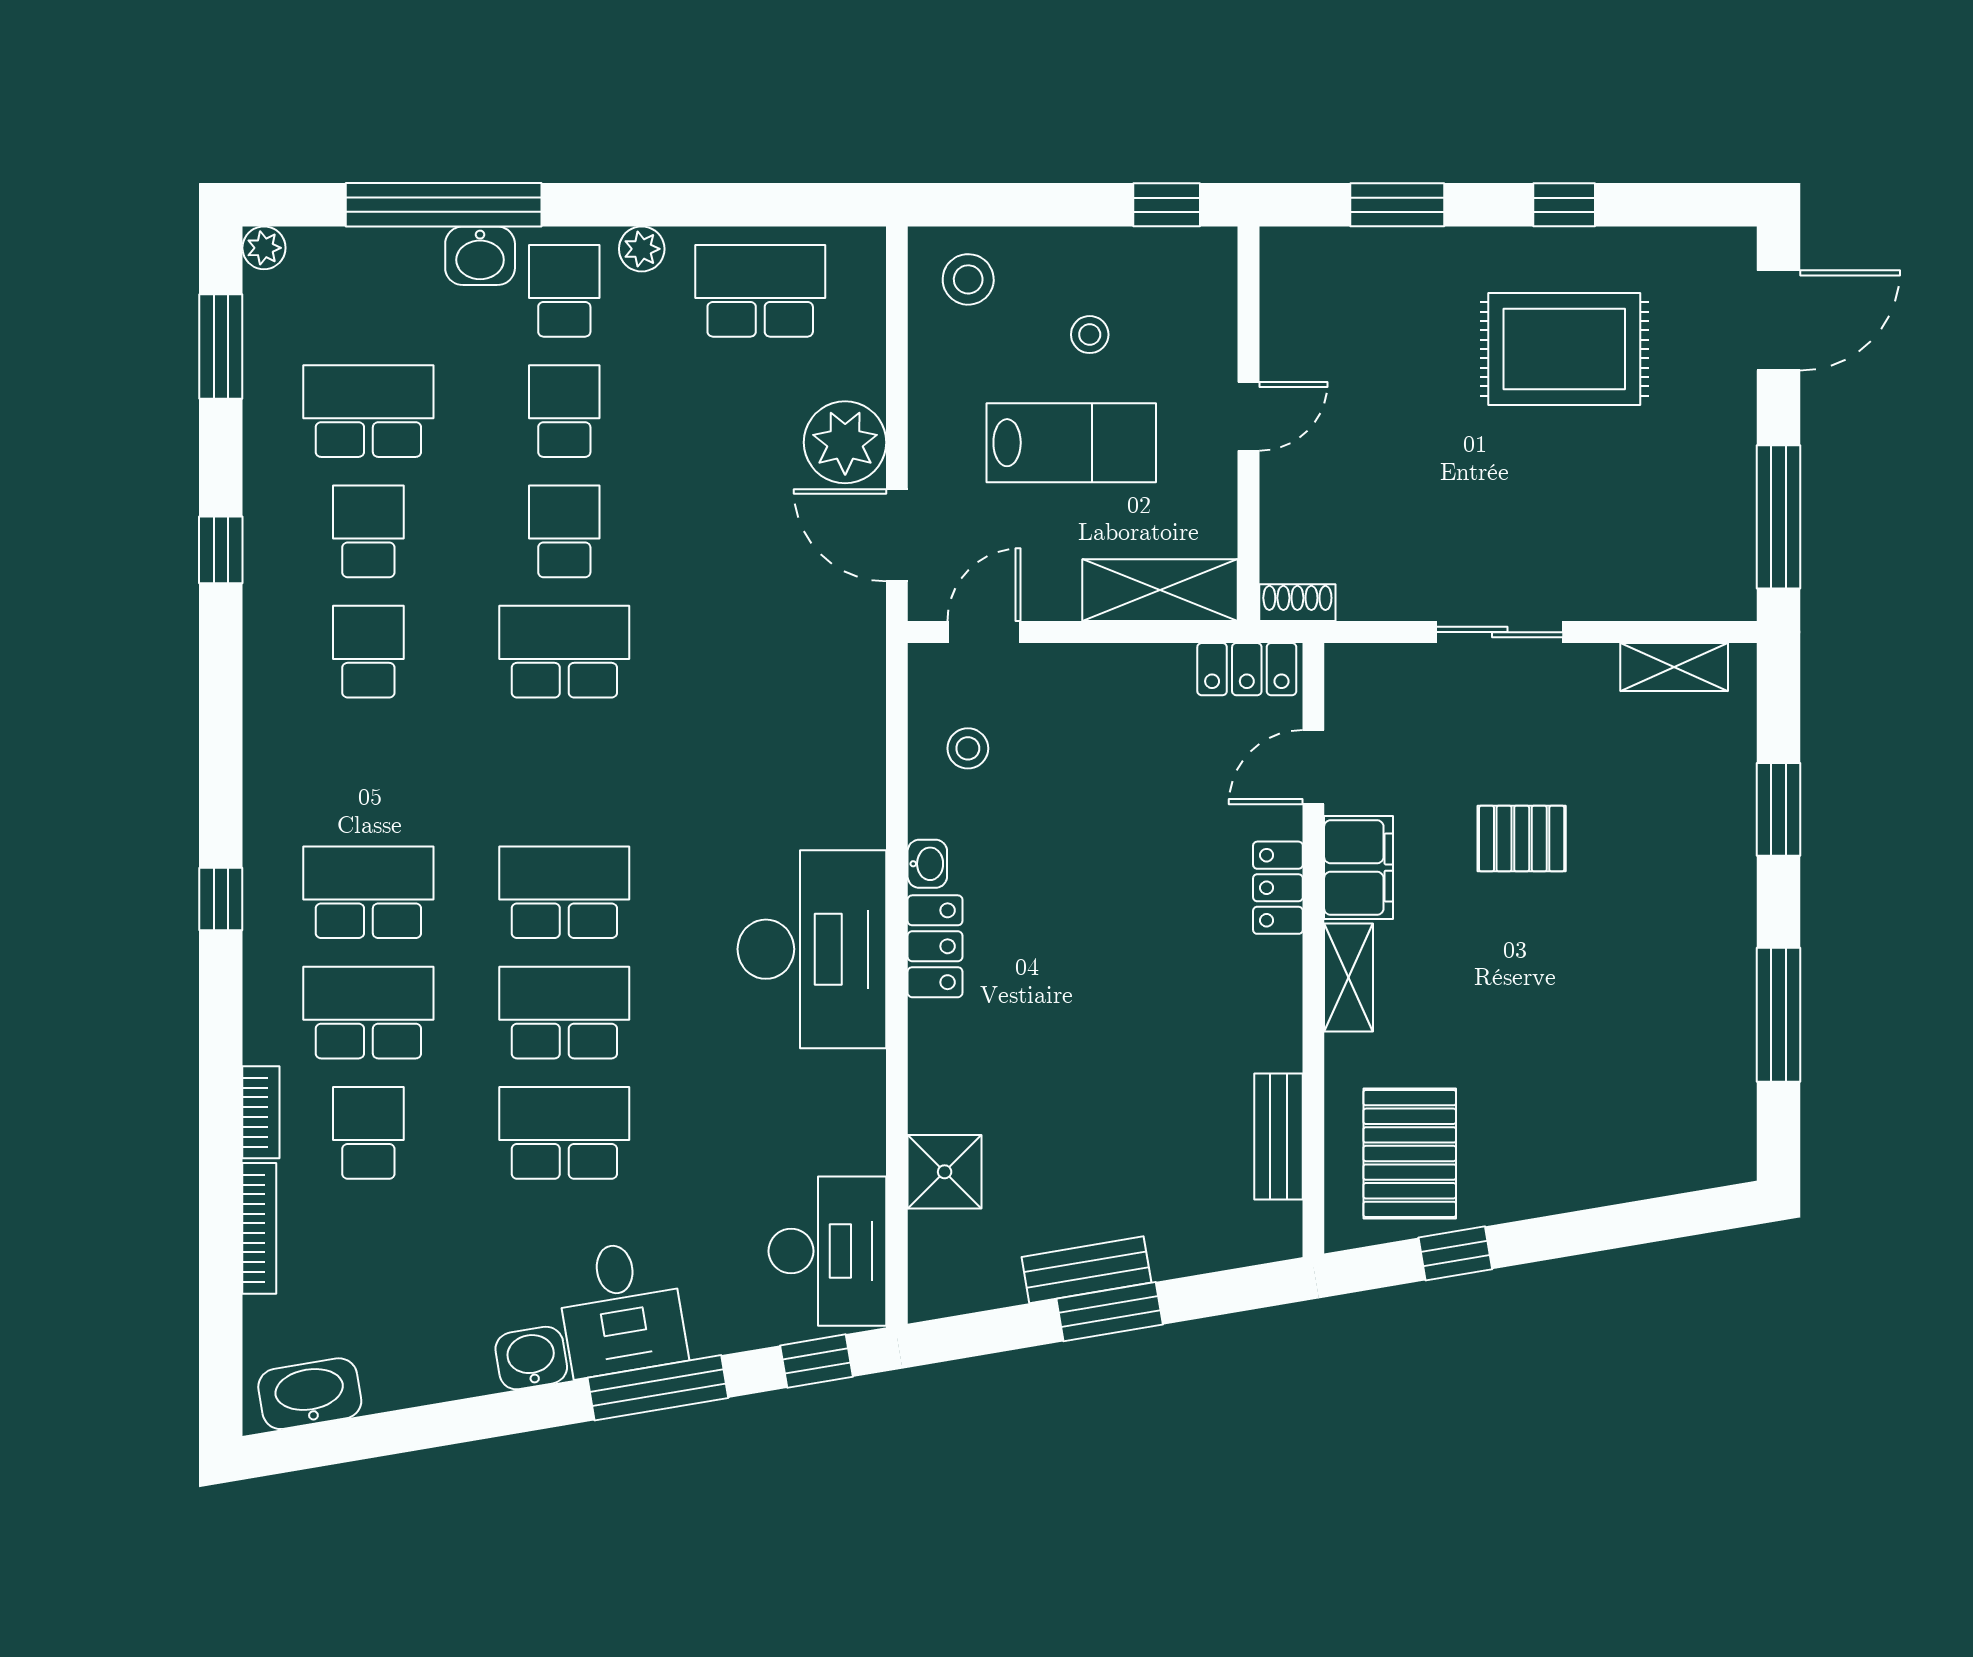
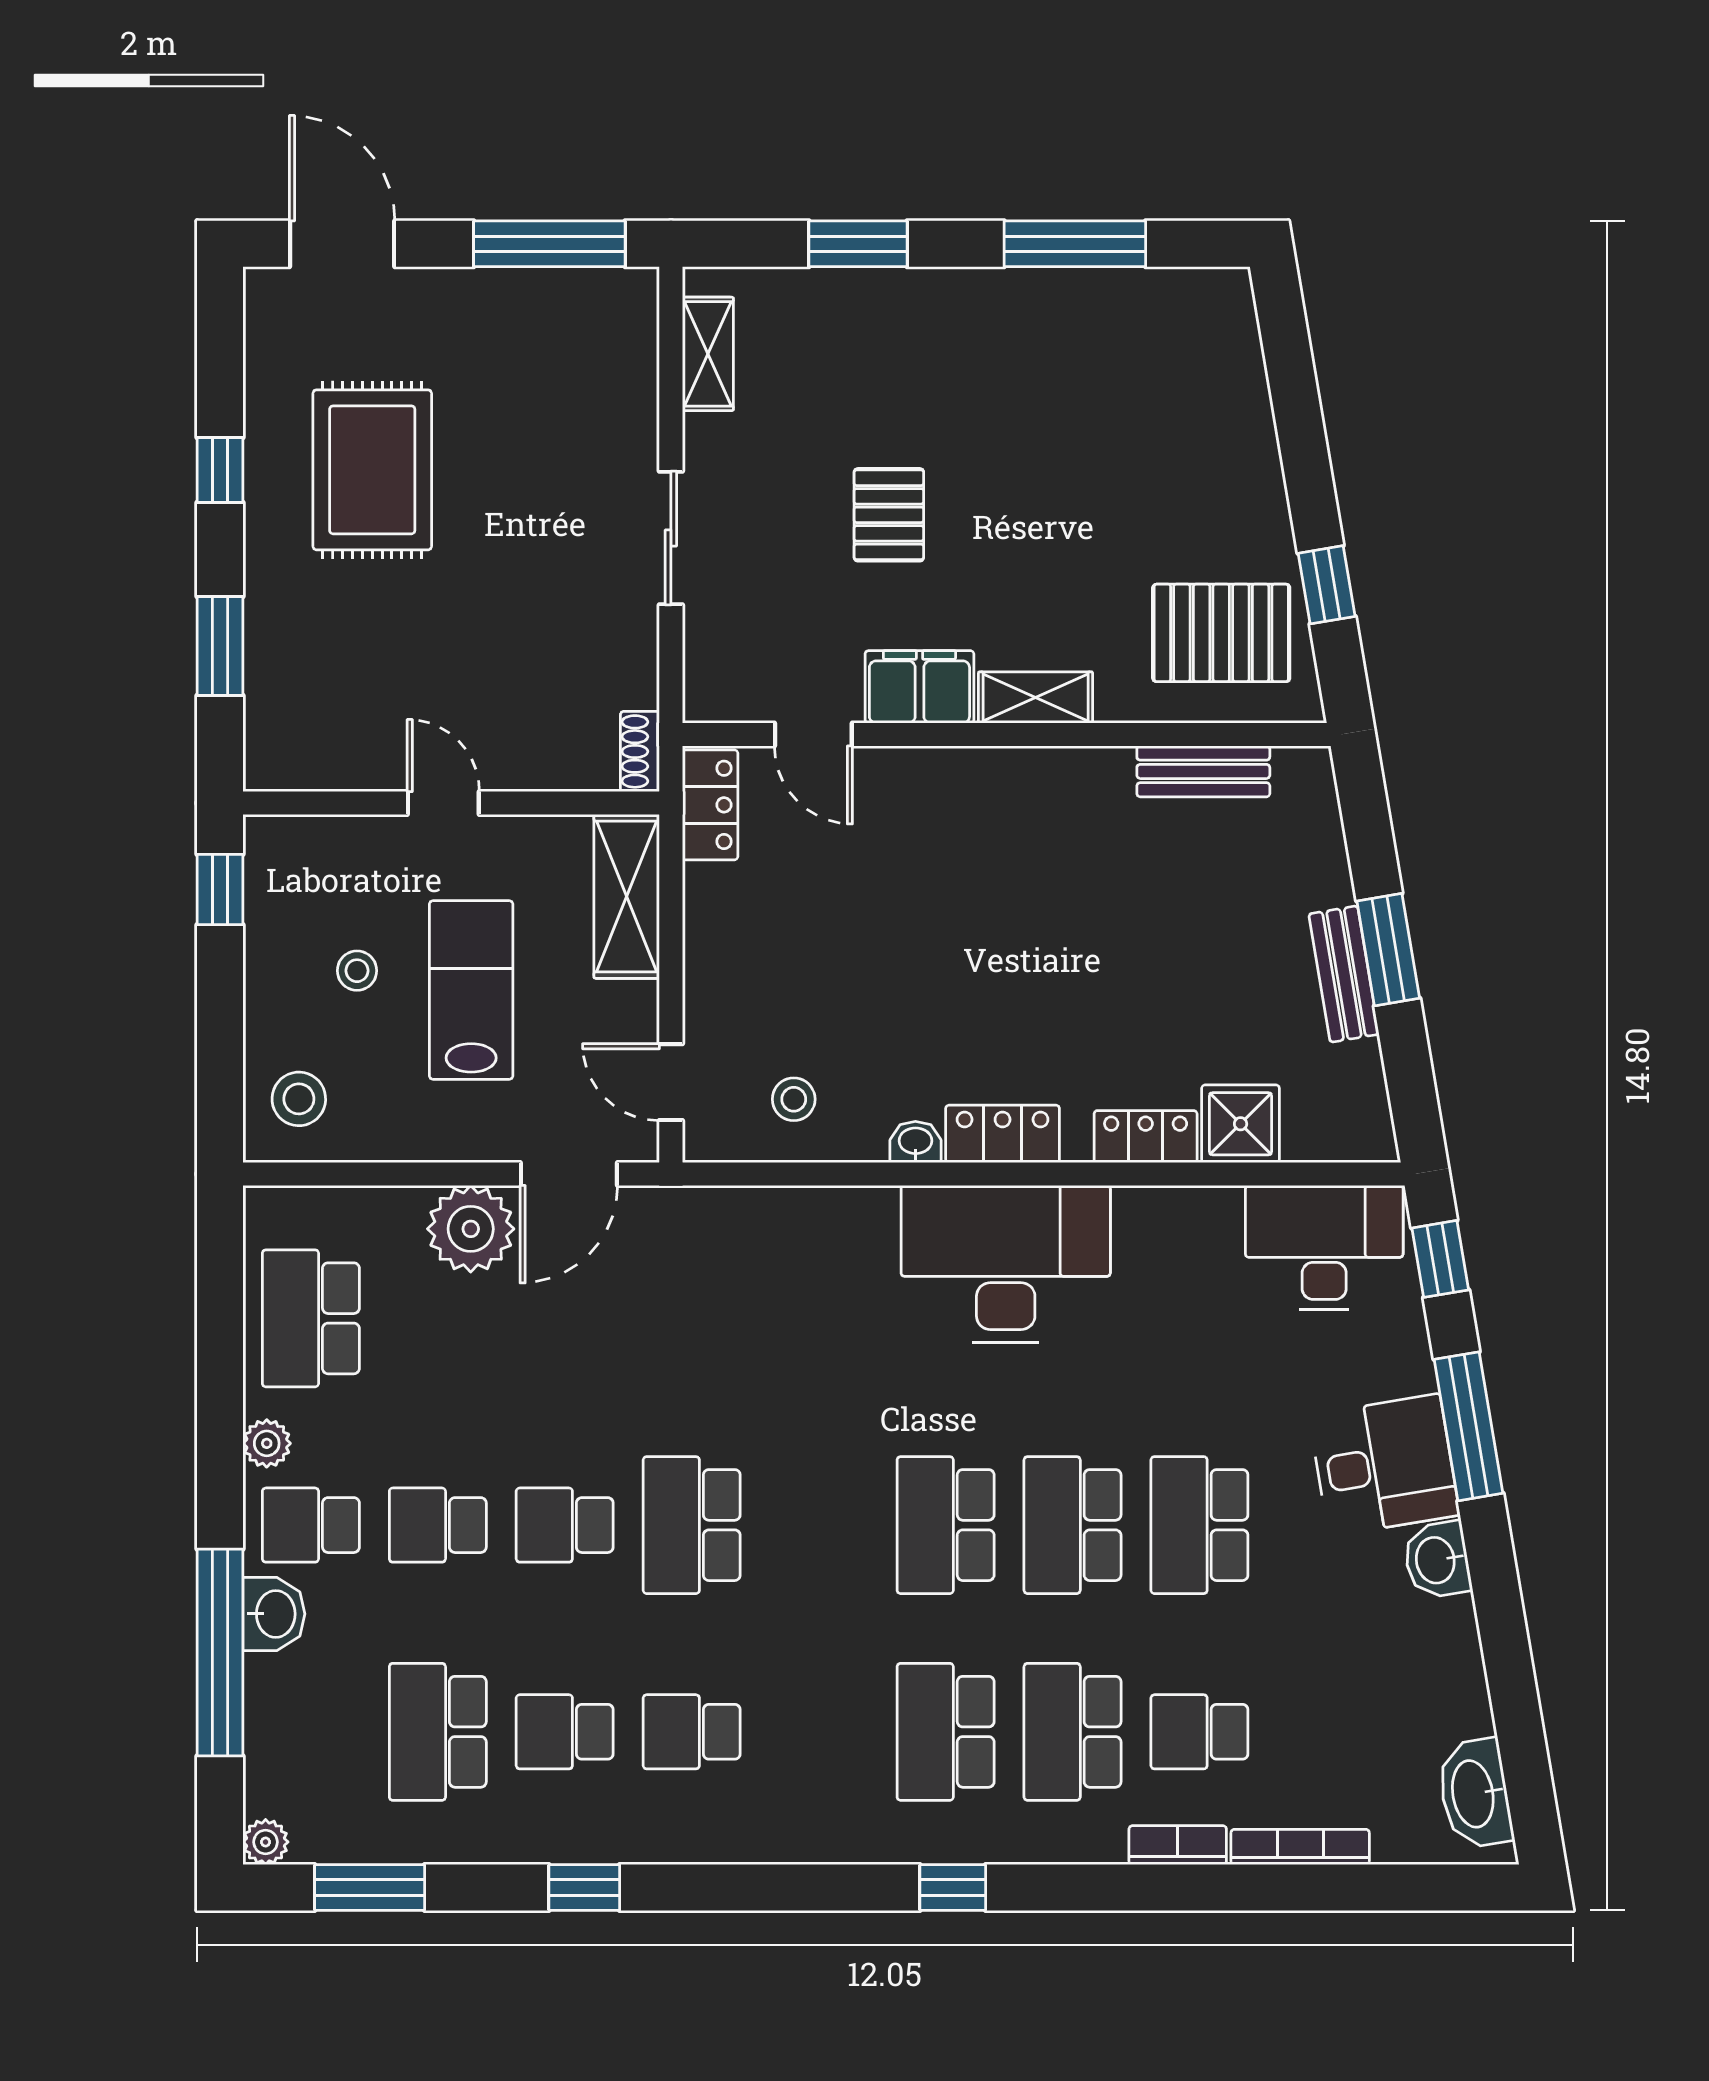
locker: (1278, 888) -> (1146, 1137), moved, turned 180

